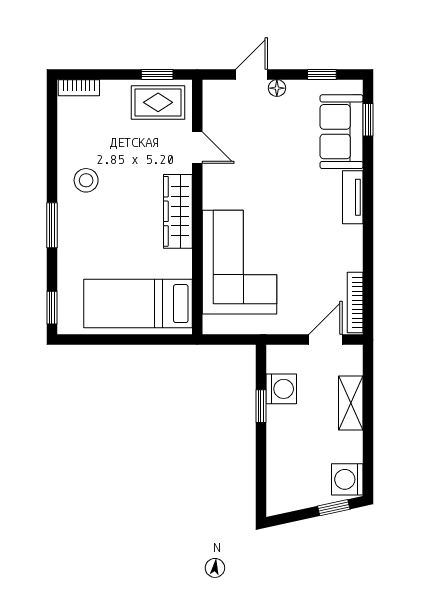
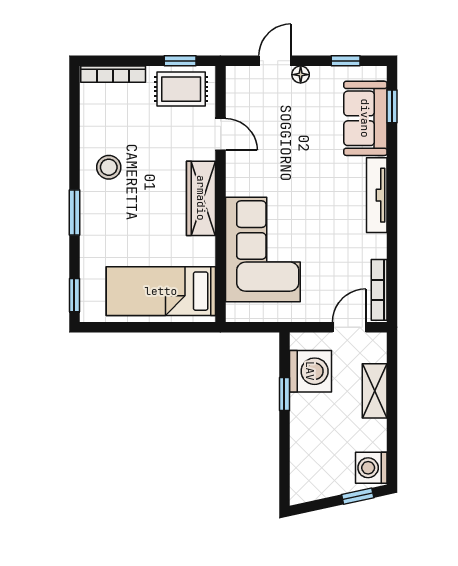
bookcase: (79, 88) -> (113, 74), width x1.56
tv unit: (353, 197) -> (377, 195), width x1.41
washing machine: (281, 389) -> (310, 371), width x1.37, depth x1.37

